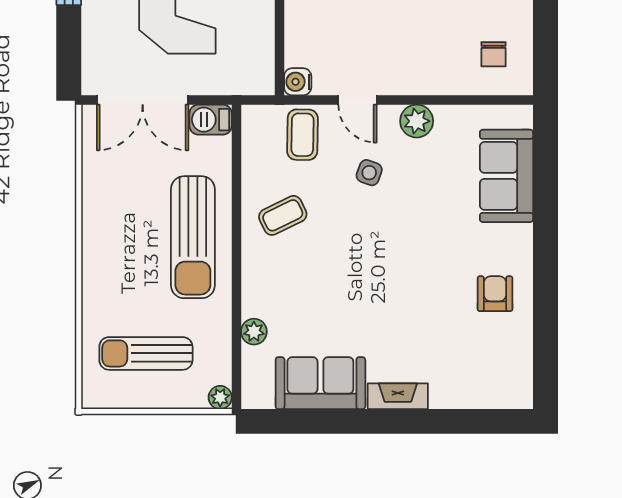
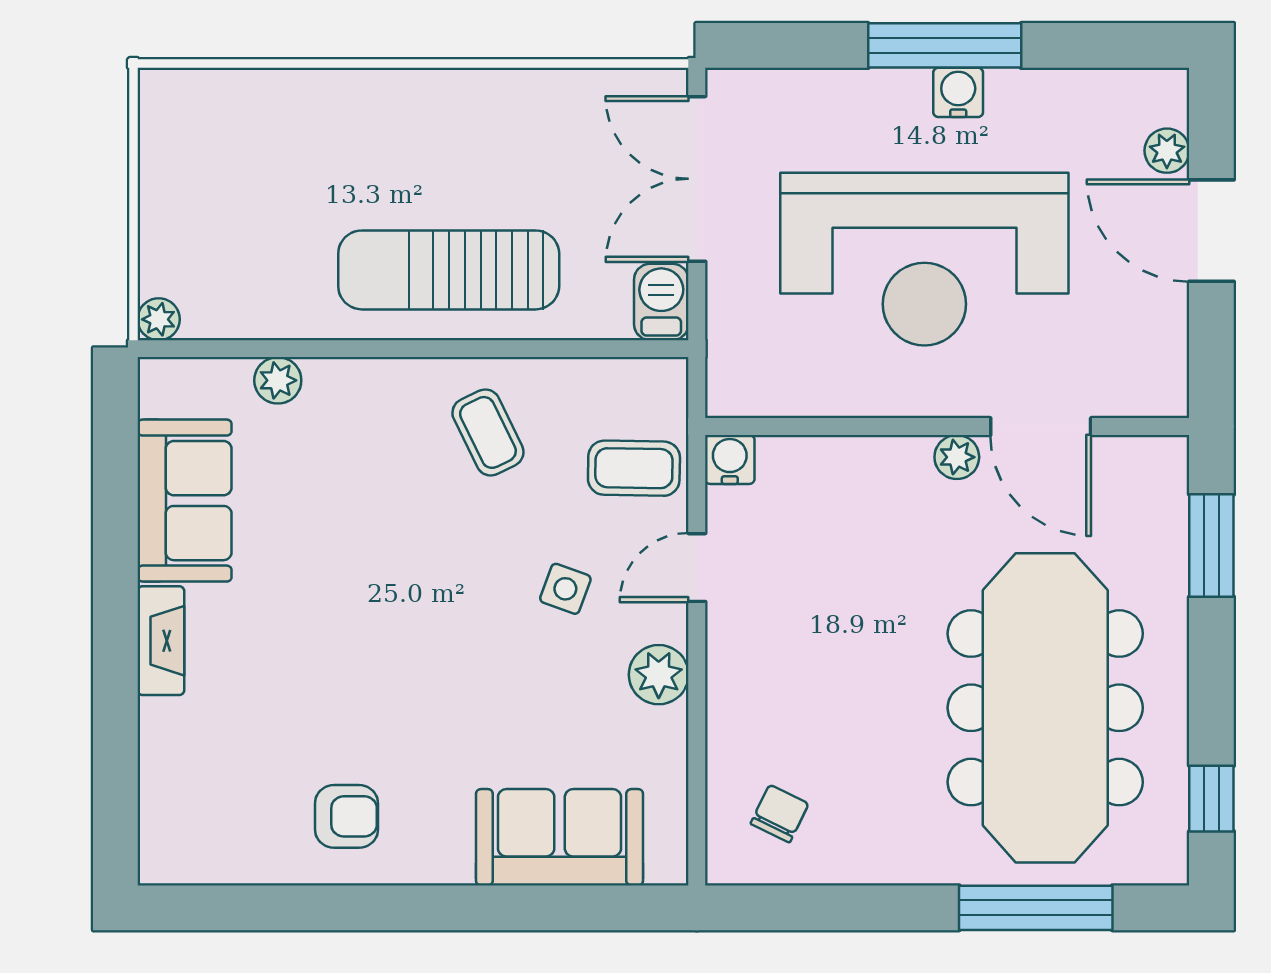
chair: (493, 54) -> (780, 814), turned 116
sun lounger: (146, 353) -> (238, 185), removed

